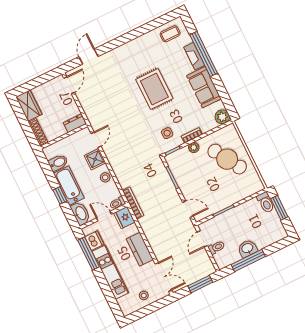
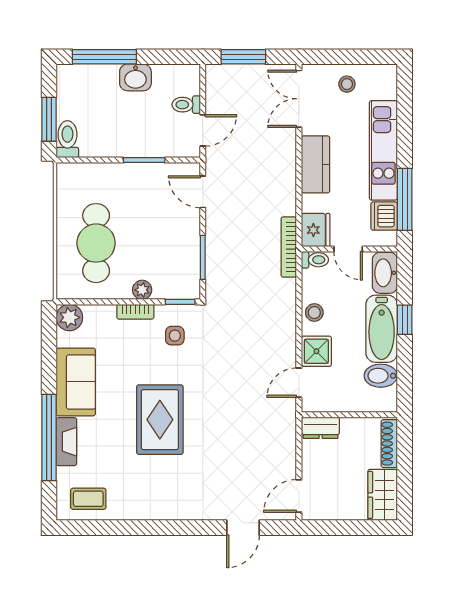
cafe table: (227, 159) -> (96, 243), turned 31
window: (248, 260) -> (104, 57), moved

